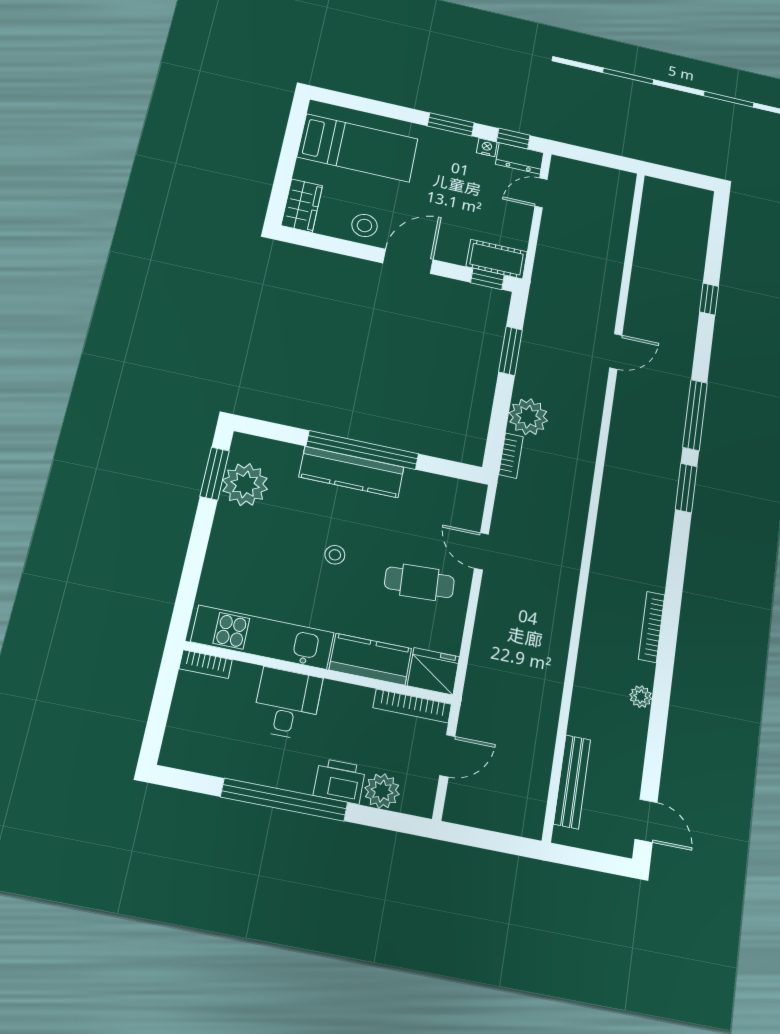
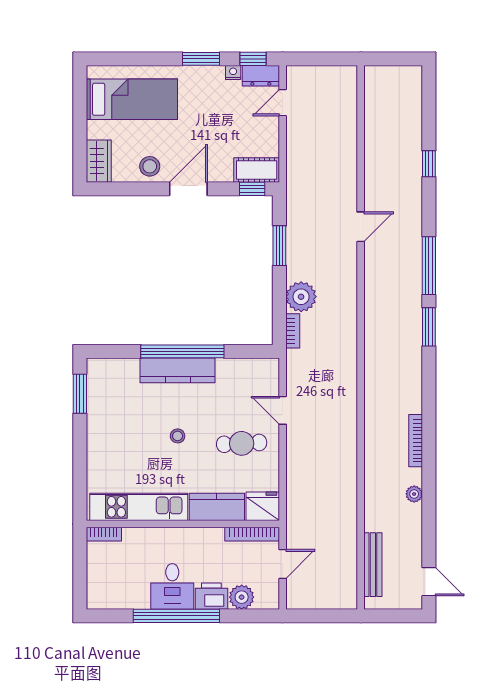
plant: (245, 485) -> (103, 397), removed
desk: (287, 704) -> (172, 586), moved, turned 180

